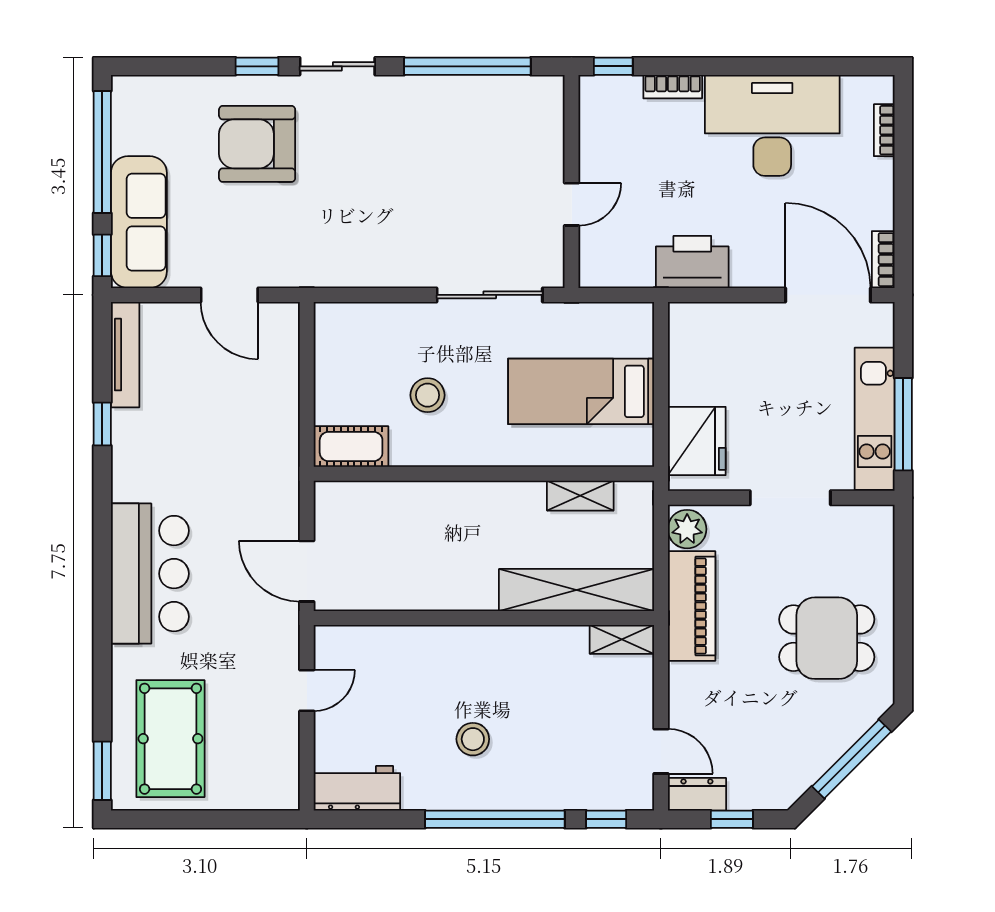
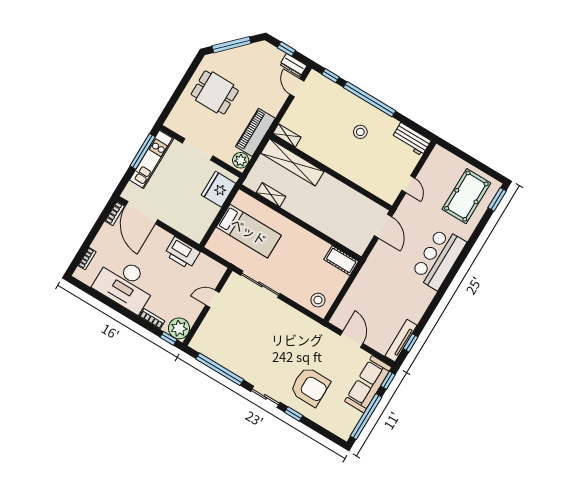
plant: (604, 100) -> (179, 328), added
stool: (428, 395) -> (318, 300), moved
window: (102, 424) -> (411, 343), moved
door: (307, 690) -> (408, 184), swing flipped

